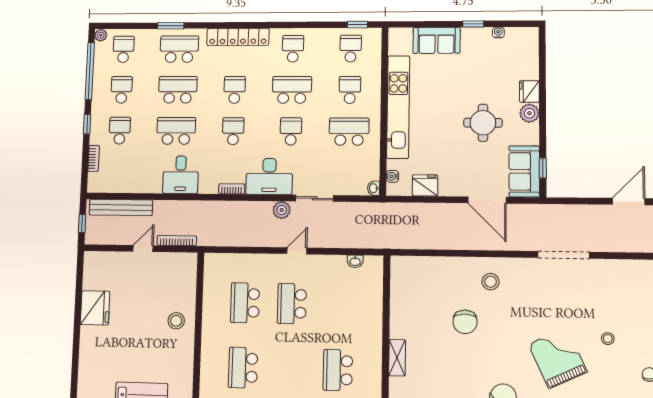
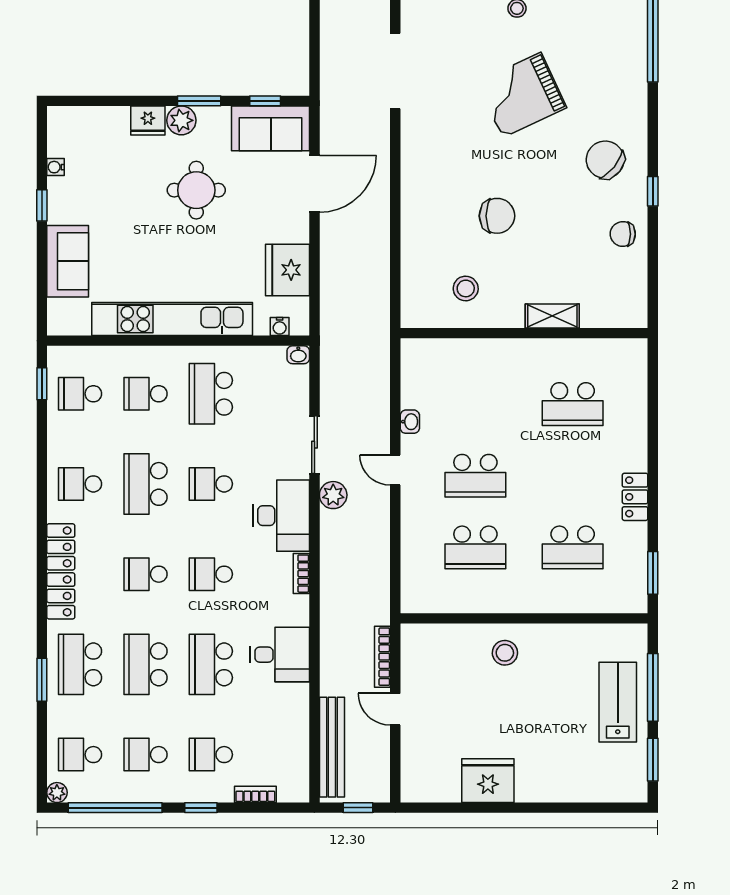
window: (543, 125) -> (199, 101), added
fridge: (425, 185) -> (288, 270), width x1.36, depth x1.34
washbasin: (355, 261) -> (410, 422), moved
stool: (491, 282) -> (466, 288), moved
grand piano: (558, 358) -> (522, 95), moved

